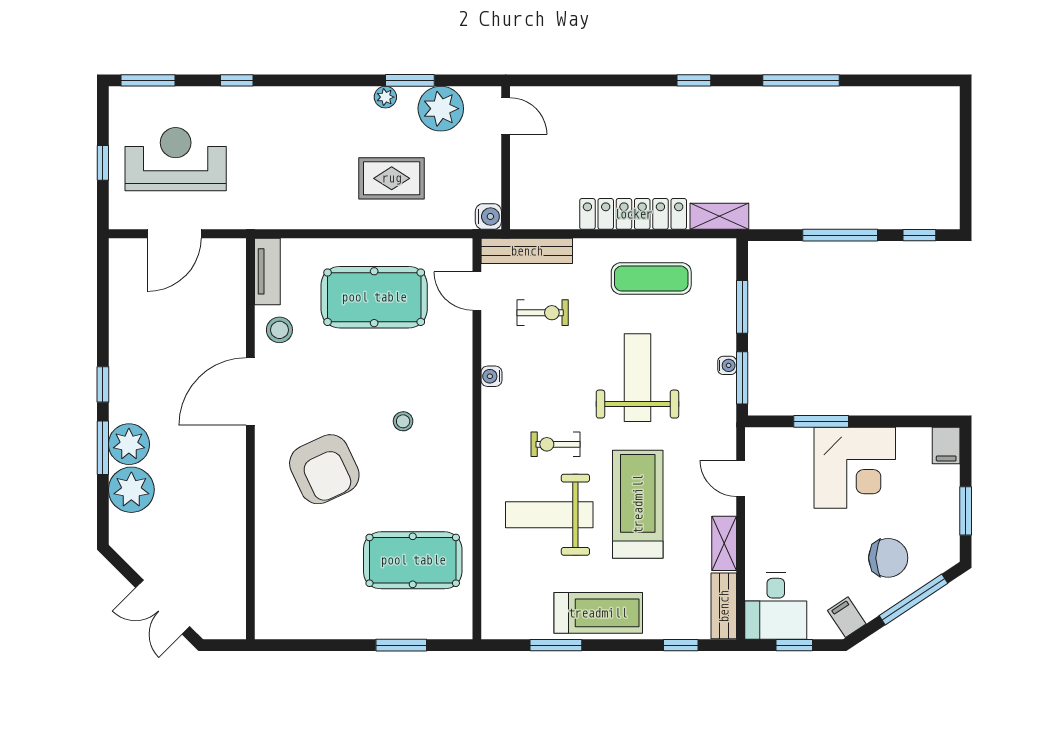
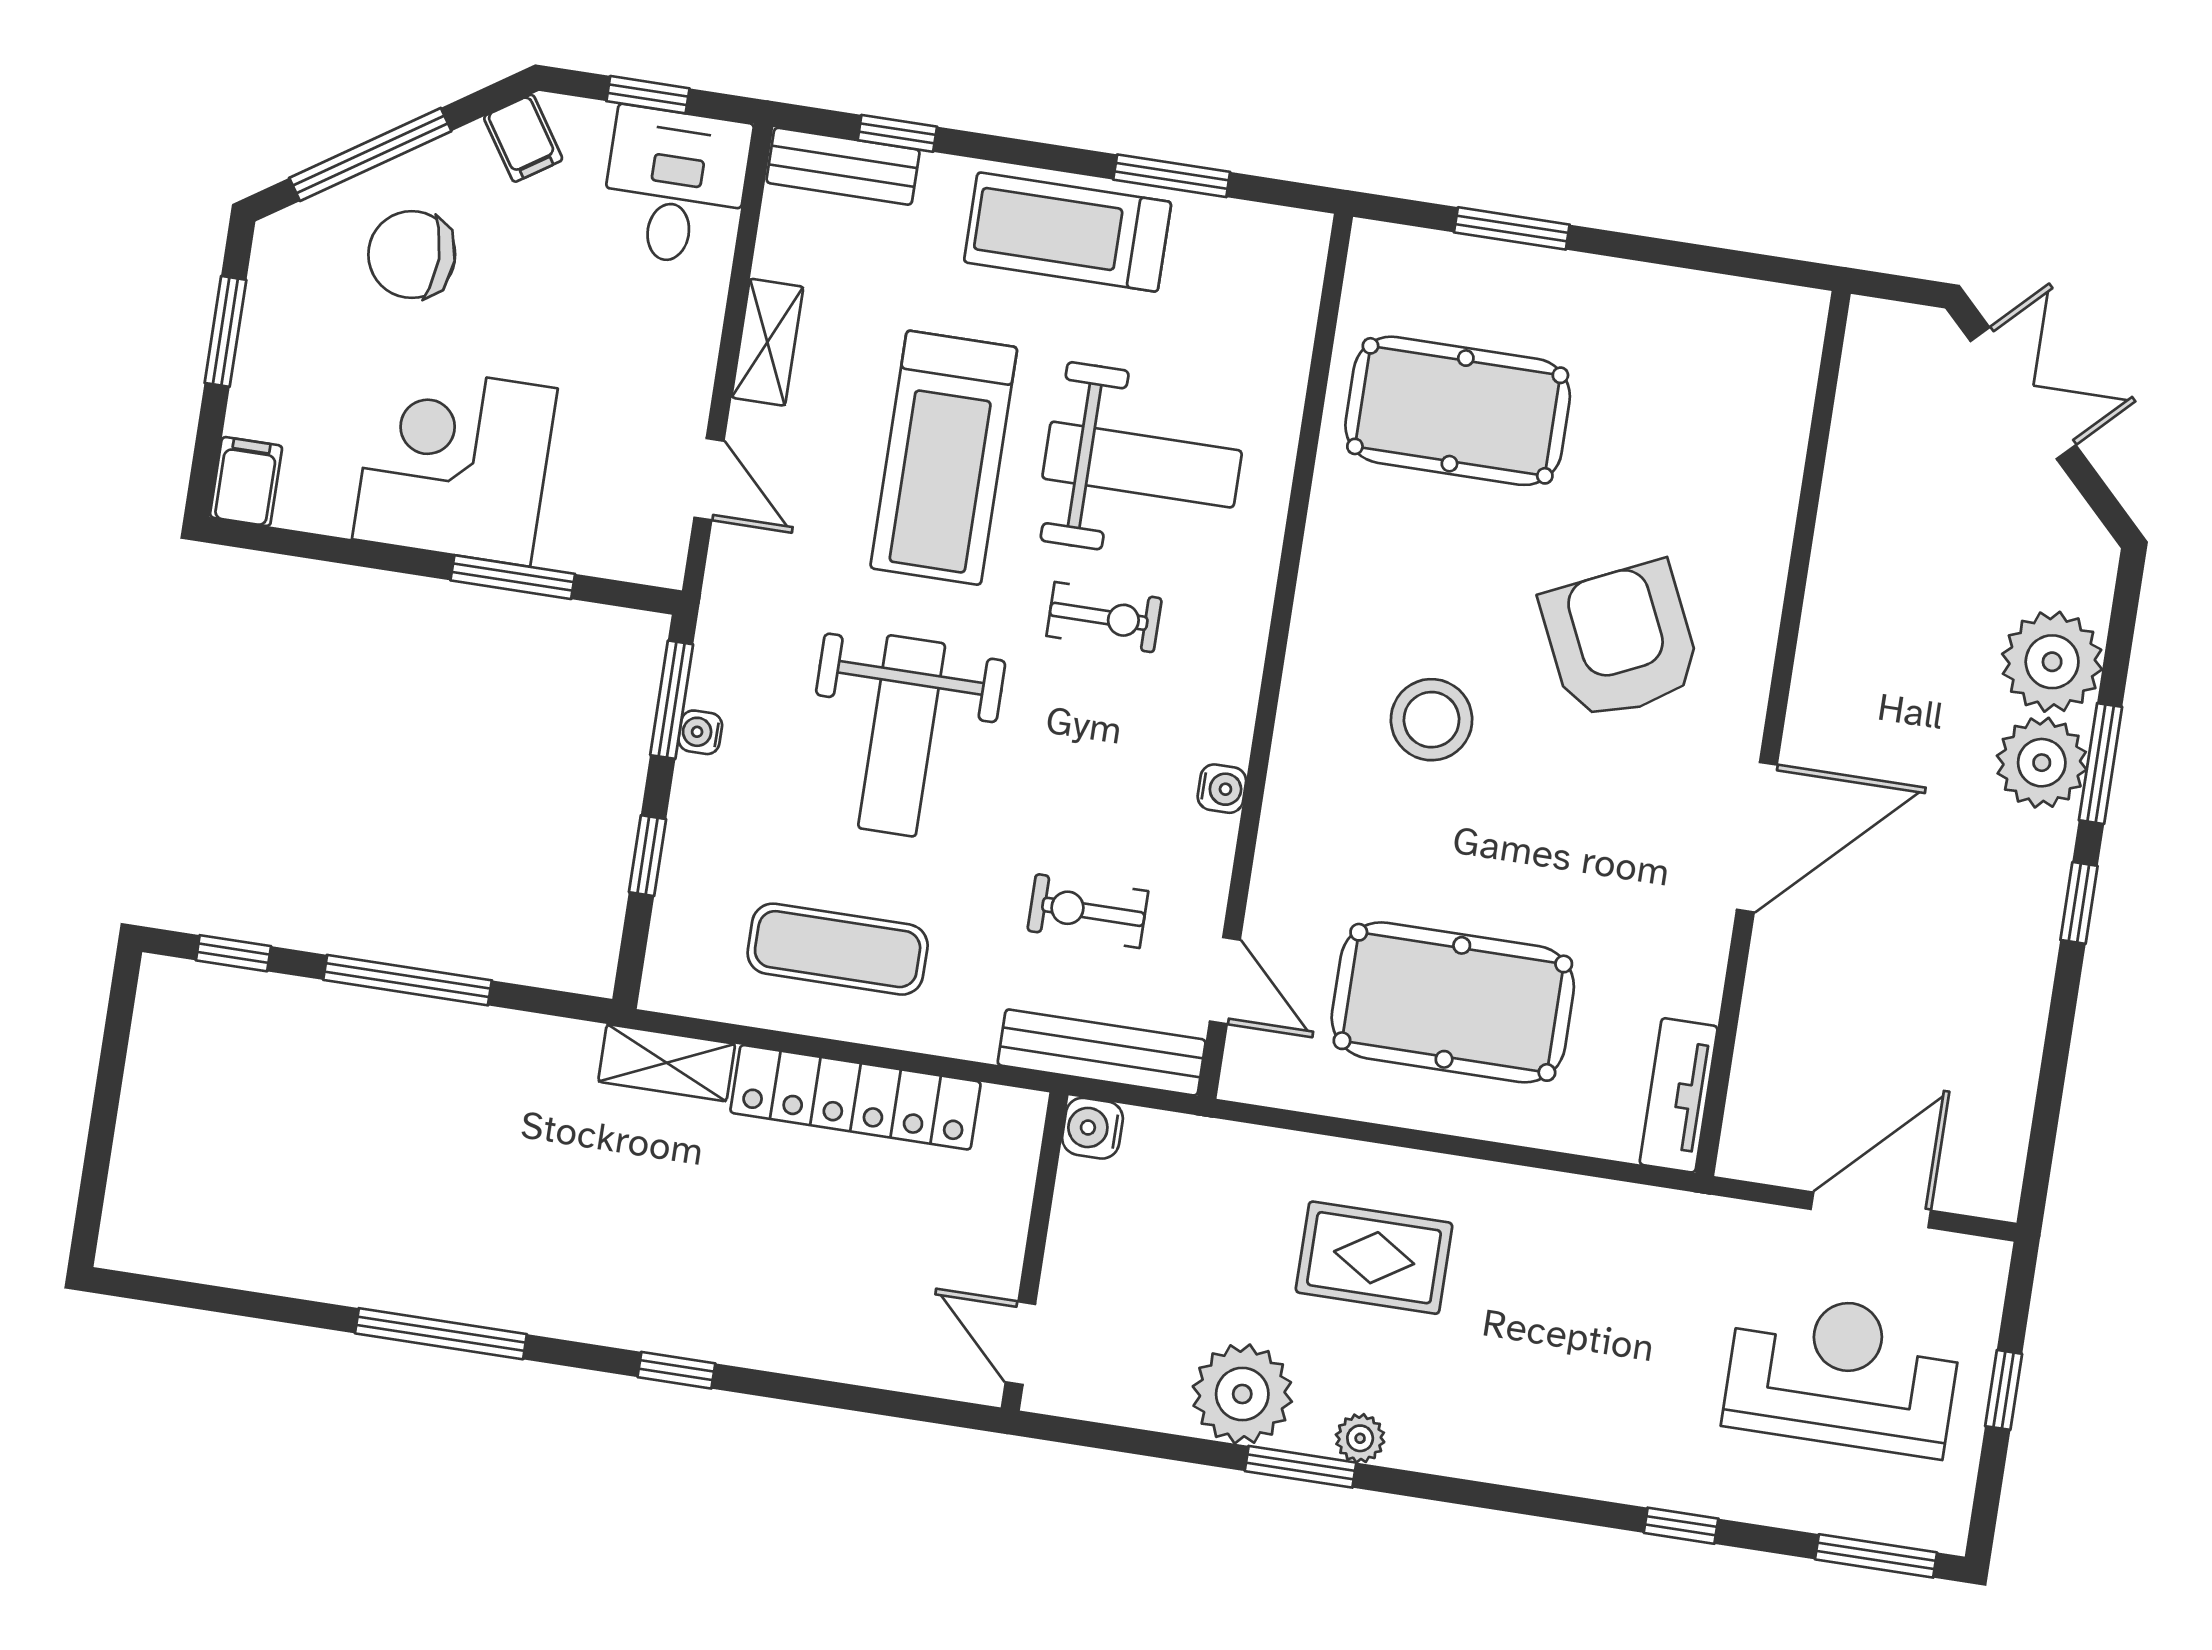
door: (506, 116) -> (1020, 1343), moved
wall: (506, 158) -> (1035, 1251), moved
reception desk: (176, 159) -> (1842, 1373), turned 180
water cooler: (488, 216) -> (1092, 1128), moved
window: (742, 307) -> (647, 856), width x0.67
stool: (279, 330) -> (1672, 963), removed
stool: (403, 421) -> (1432, 720), width x1.89, depth x1.89
bench: (724, 606) -> (843, 166), moved, turned 90

